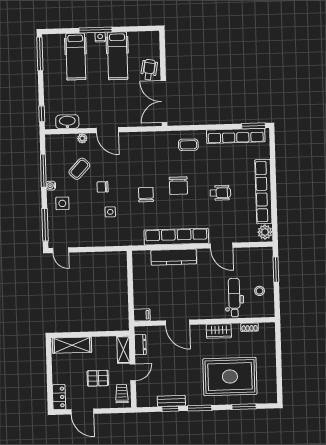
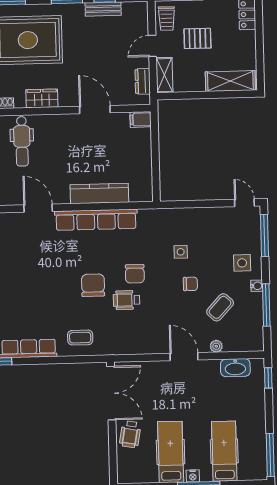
wheelchair: (220, 193) -> (127, 300), moved

